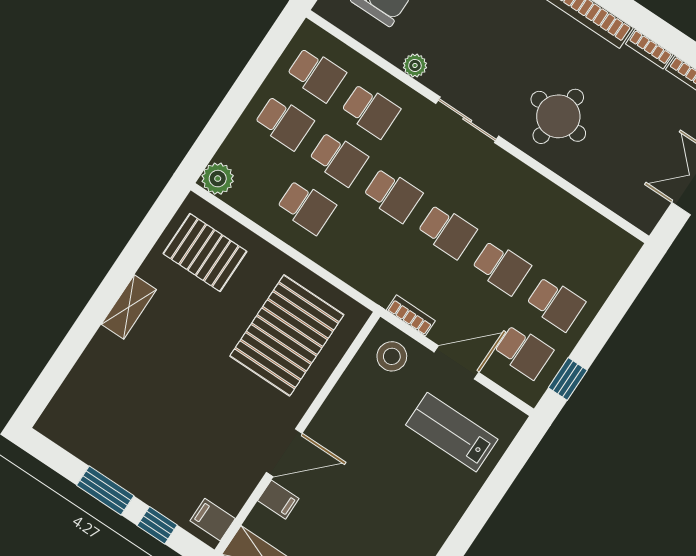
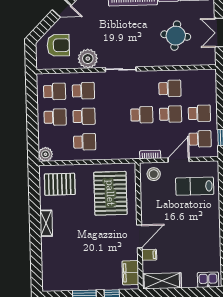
plant: (415, 65) -> (88, 59), width x1.88, depth x1.88
round table: (558, 116) -> (176, 36), moved
school desk: (393, 195) -> (170, 88), moved
filing cabinet: (213, 520) -> (130, 273), width x2.00

